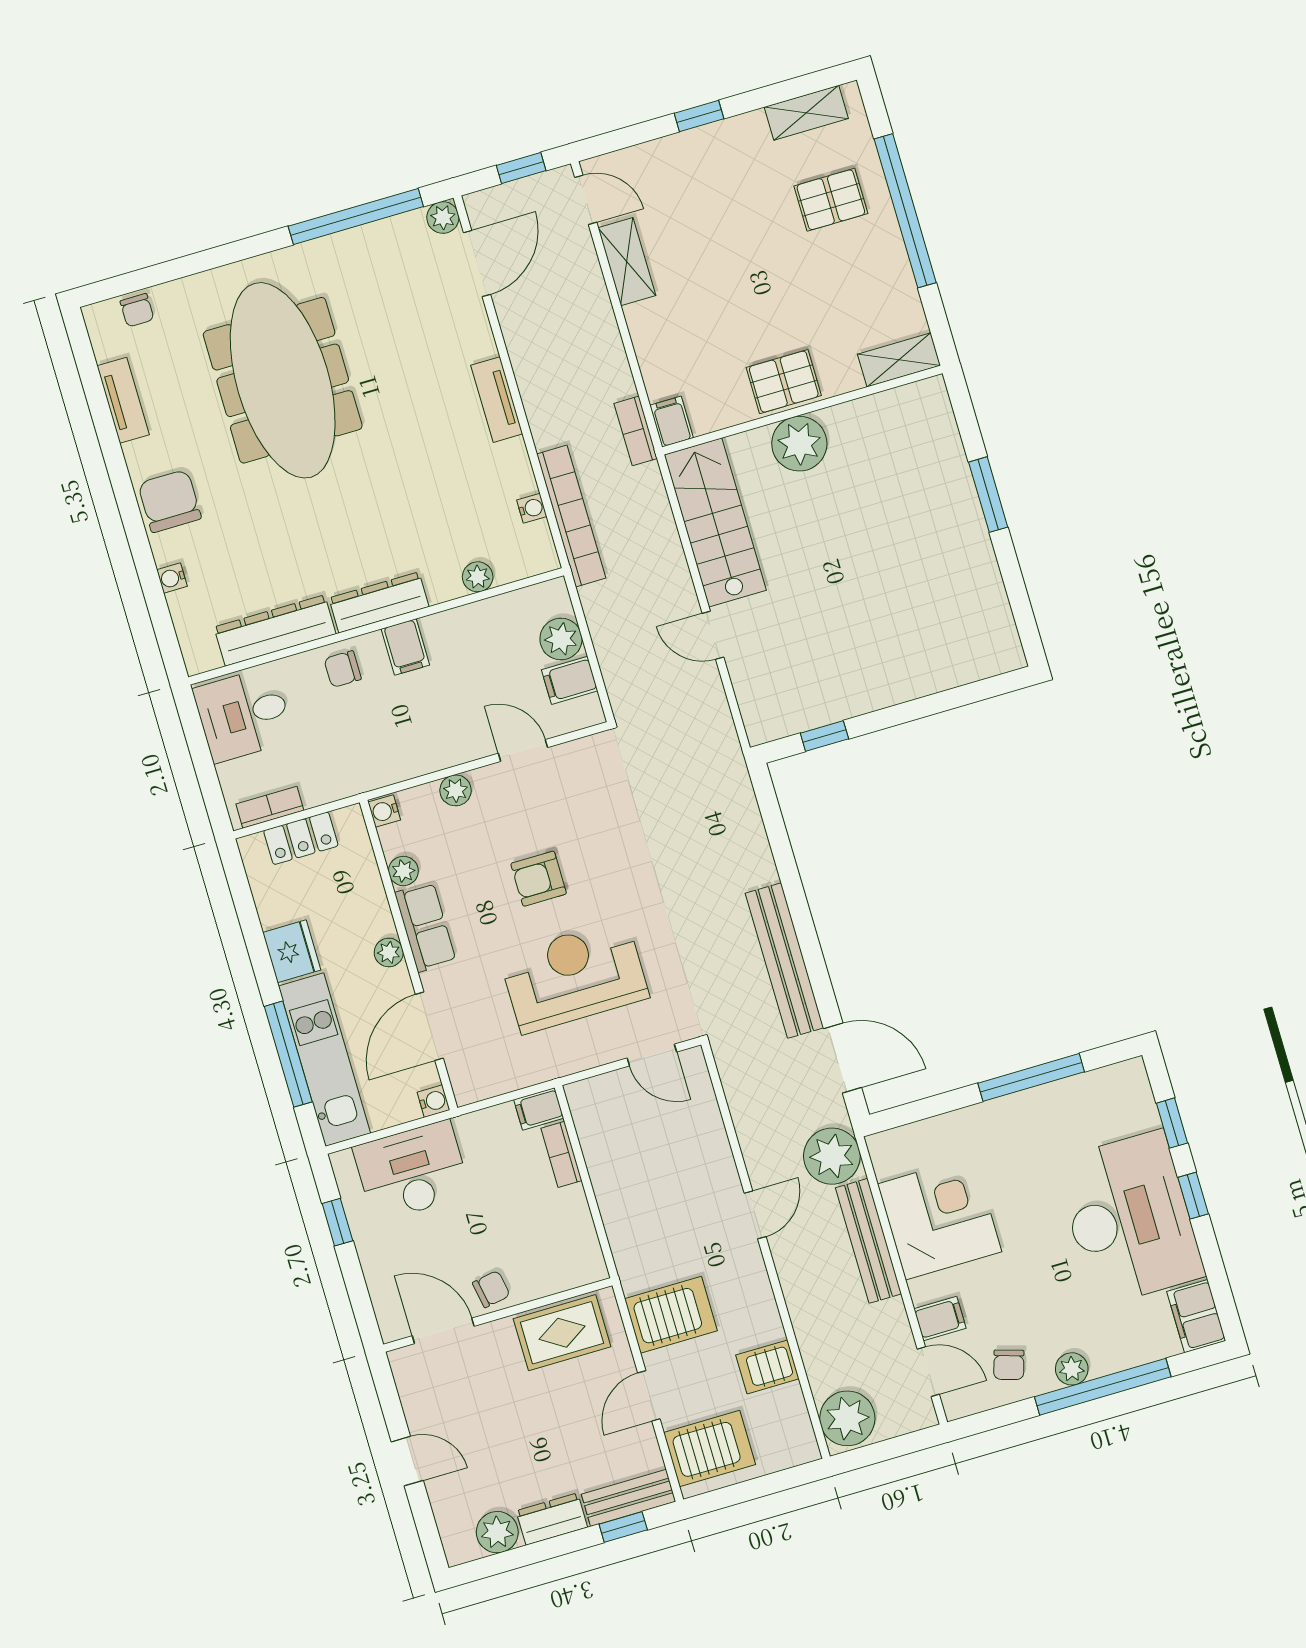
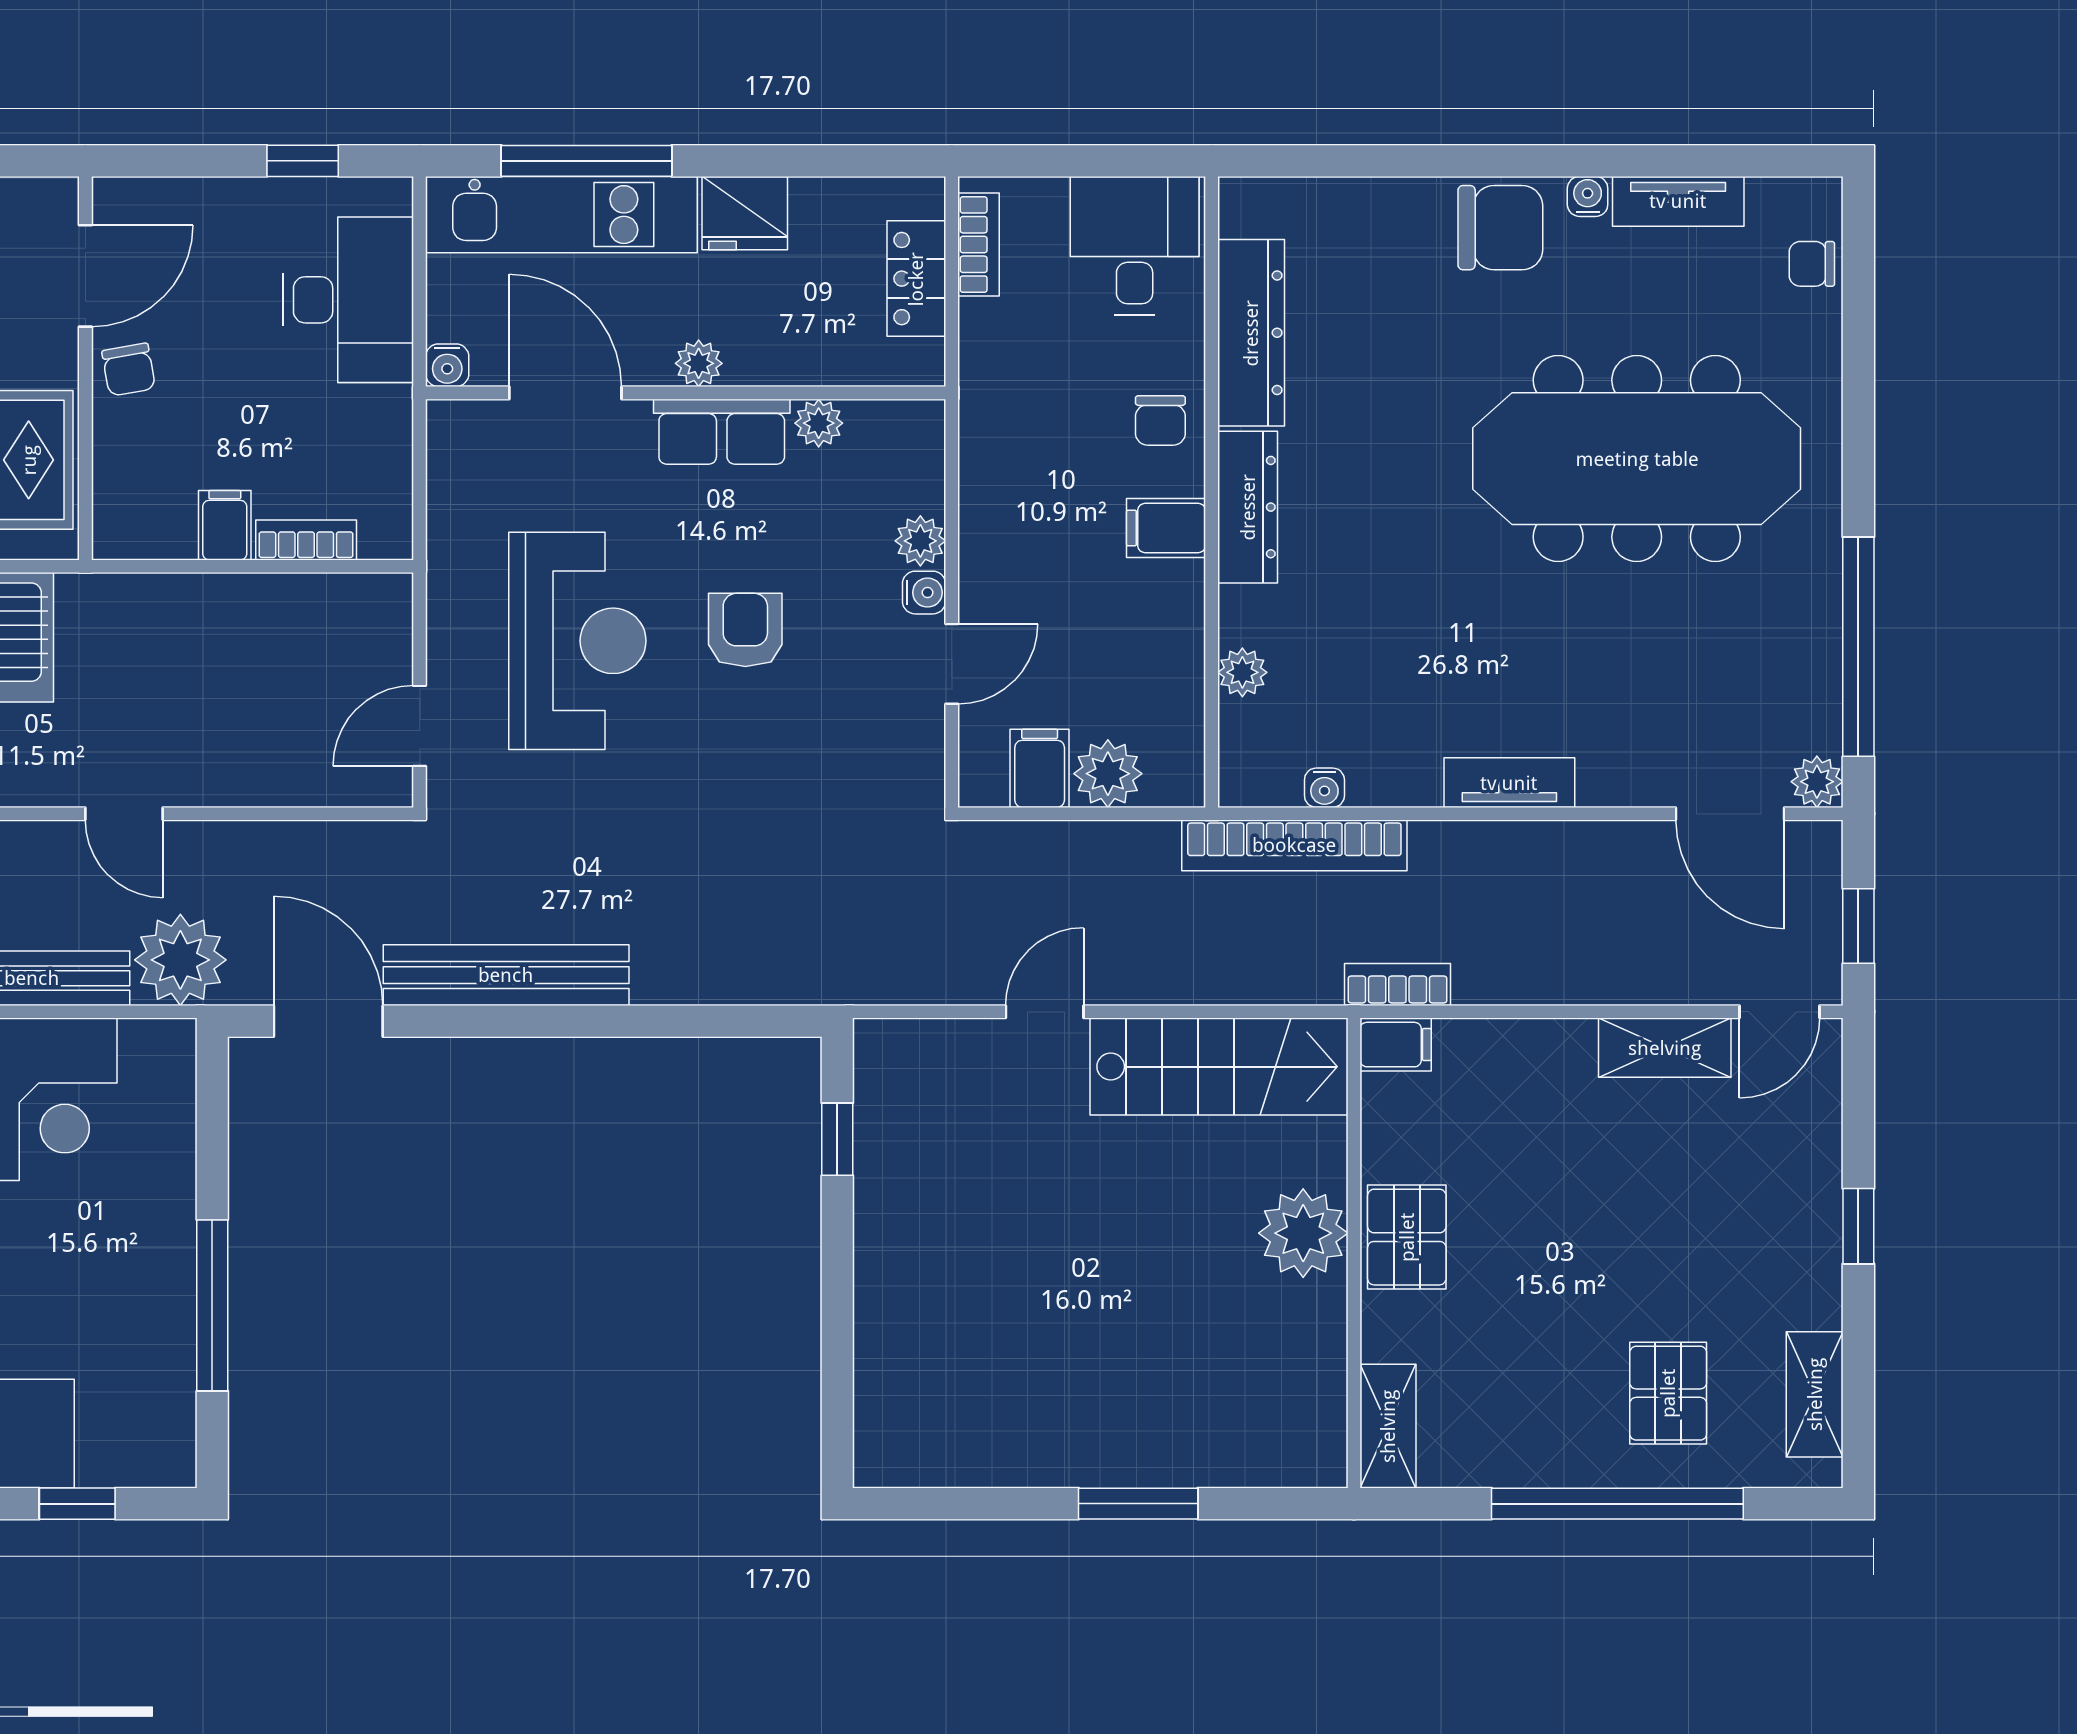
water cooler: (172, 578) -> (1588, 196), moved
chair: (343, 669) -> (1160, 420), turned 180
water cooler: (384, 811) -> (924, 593), moved, turned 90
door: (843, 1058) -> (328, 1021), swing flipped
filing cabinet: (539, 1109) -> (225, 525), moved

